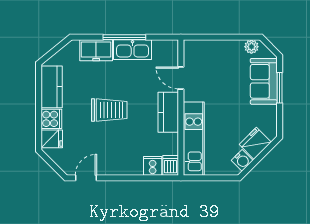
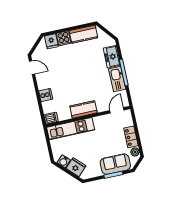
locker: (227, 48) -> (131, 137), added
door: (181, 78) -> (117, 110), moved
trolley: (109, 110) -> (77, 73), removed
cooker: (153, 166) -> (46, 95), moved

